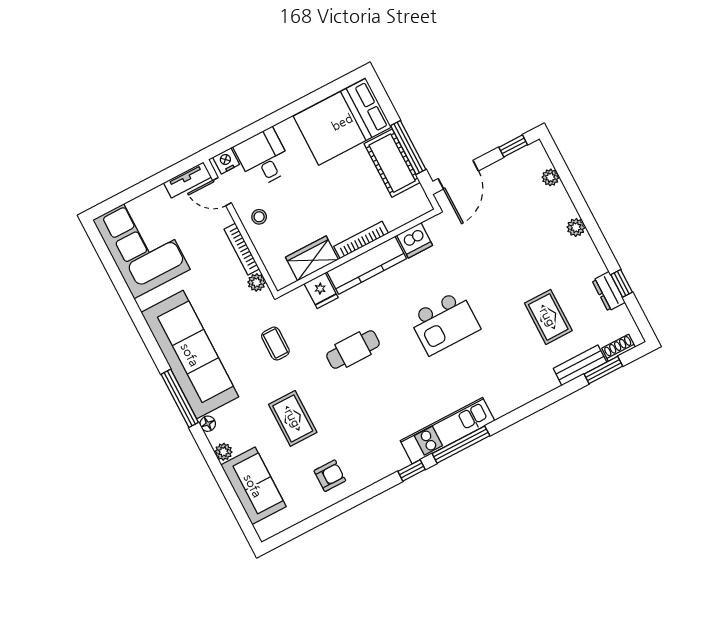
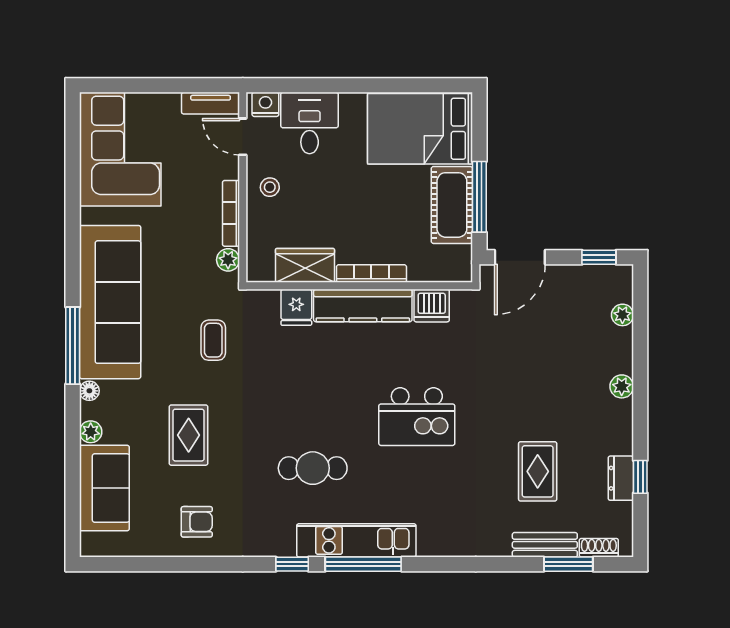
cafe table: (353, 350) -> (313, 468), moved

